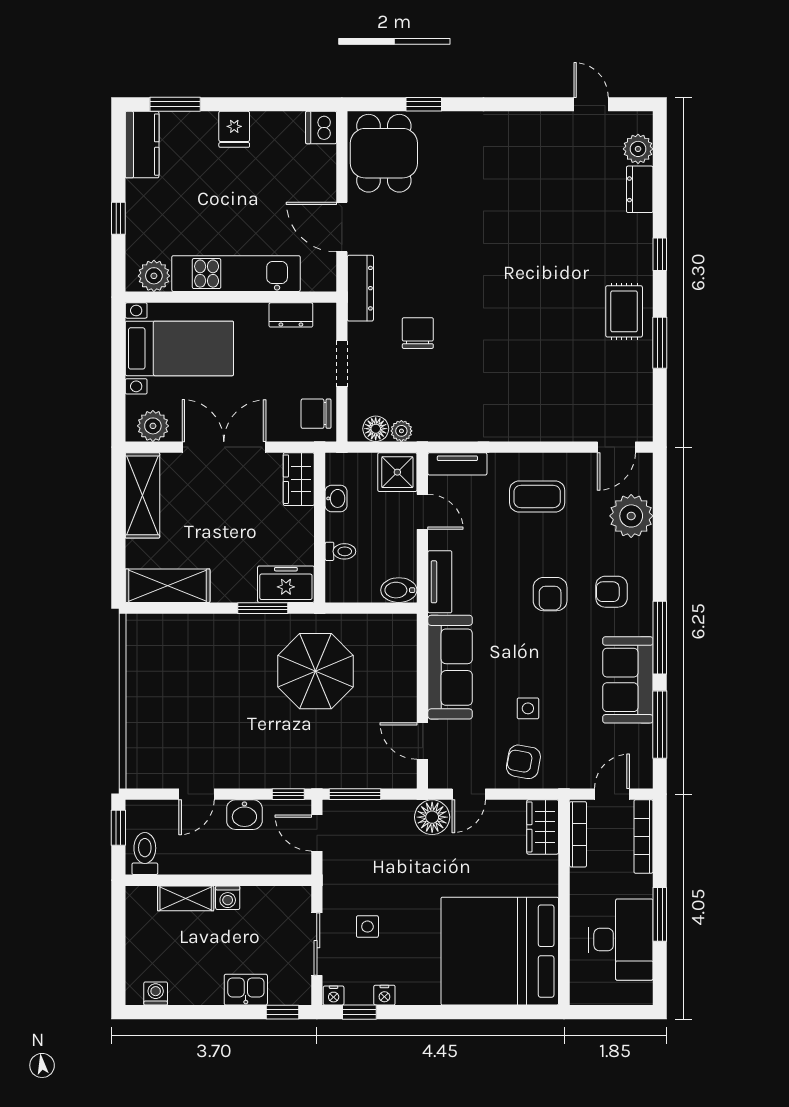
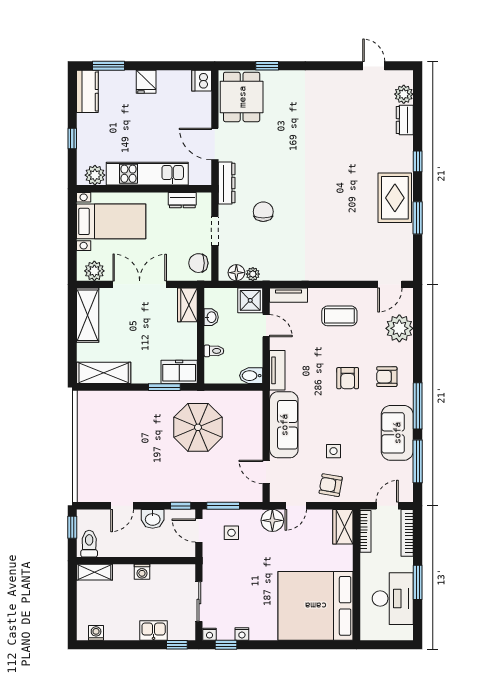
rug: (624, 311) -> (395, 198), width x1.36, depth x1.43
shelving: (186, 898) -> (95, 572), moved
side table: (367, 927) -> (231, 533), moved

